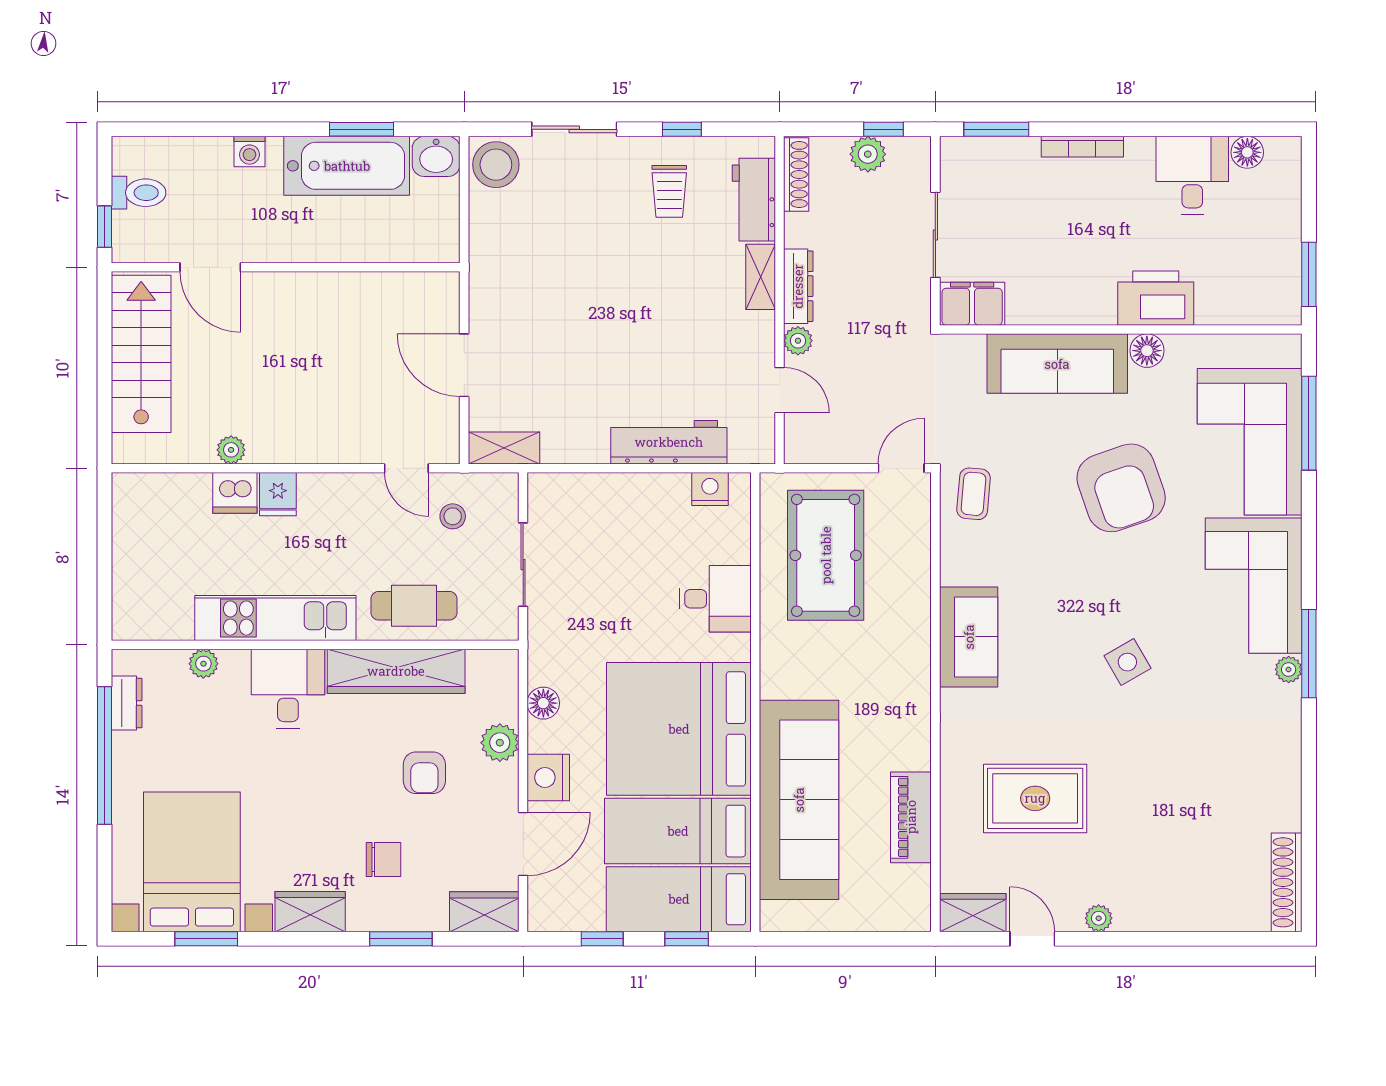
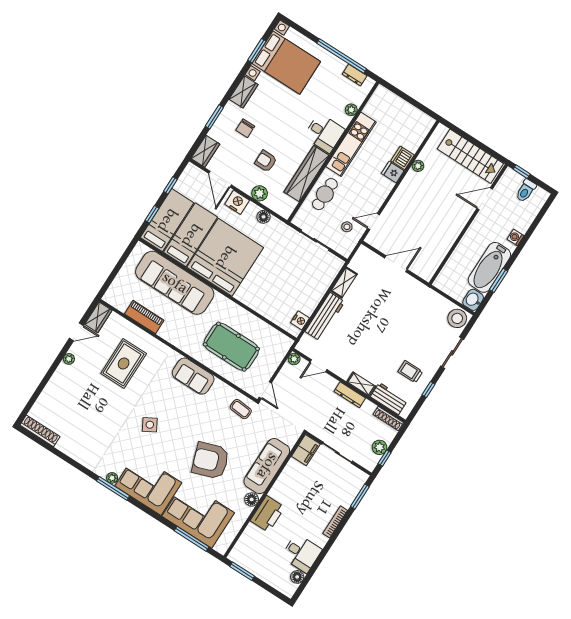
plant: (798, 341) -> (294, 359), moved
shelving: (504, 448) -> (344, 283), moved
pool table: (826, 555) -> (231, 347), moved
desk: (715, 599) -> (261, 298), removed

